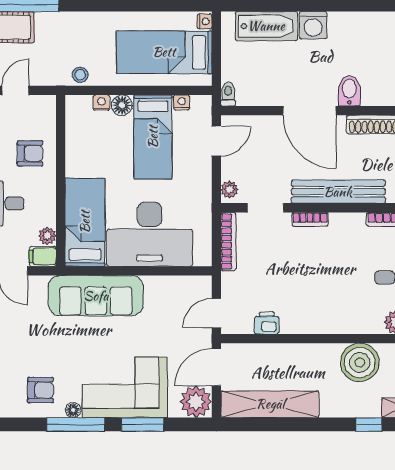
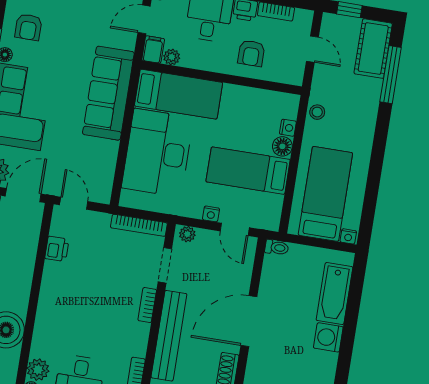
bidet: (349, 91) -> (262, 361), removed
nightstand: (182, 102) -> (211, 214), moved, turned 90
door: (216, 367) -> (23, 195), hinge flipped

